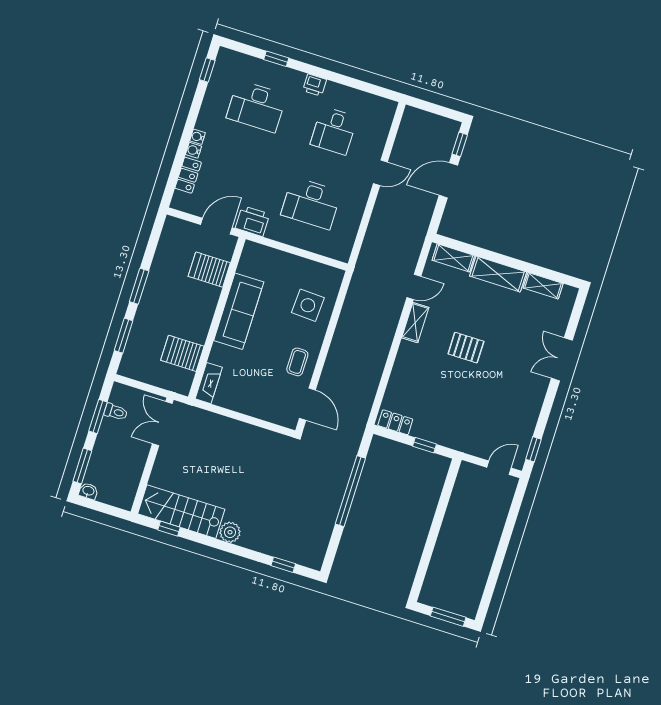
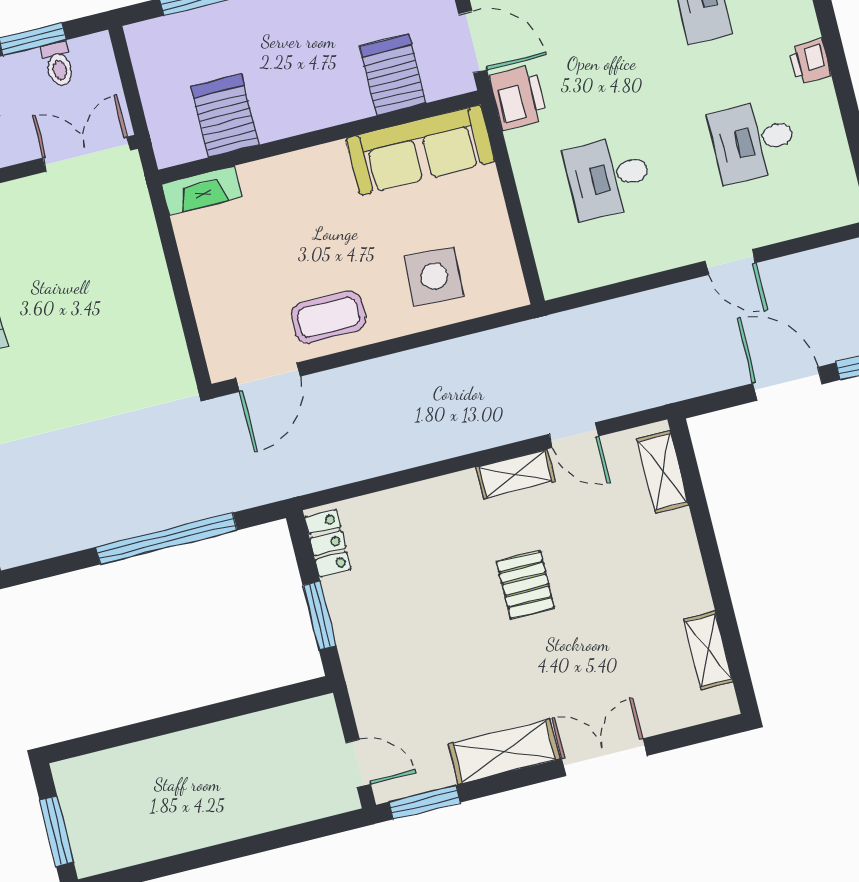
desk: (311, 203) -> (608, 177), width x0.73
shelving: (498, 274) -> (504, 752), moved, turned 90
sofa: (239, 311) -> (420, 150), moved
coffee table: (297, 362) -> (328, 317), width x1.36, depth x1.30
window: (424, 445) -> (320, 615), width x1.50
window: (533, 449) -> (424, 802), width x1.50

